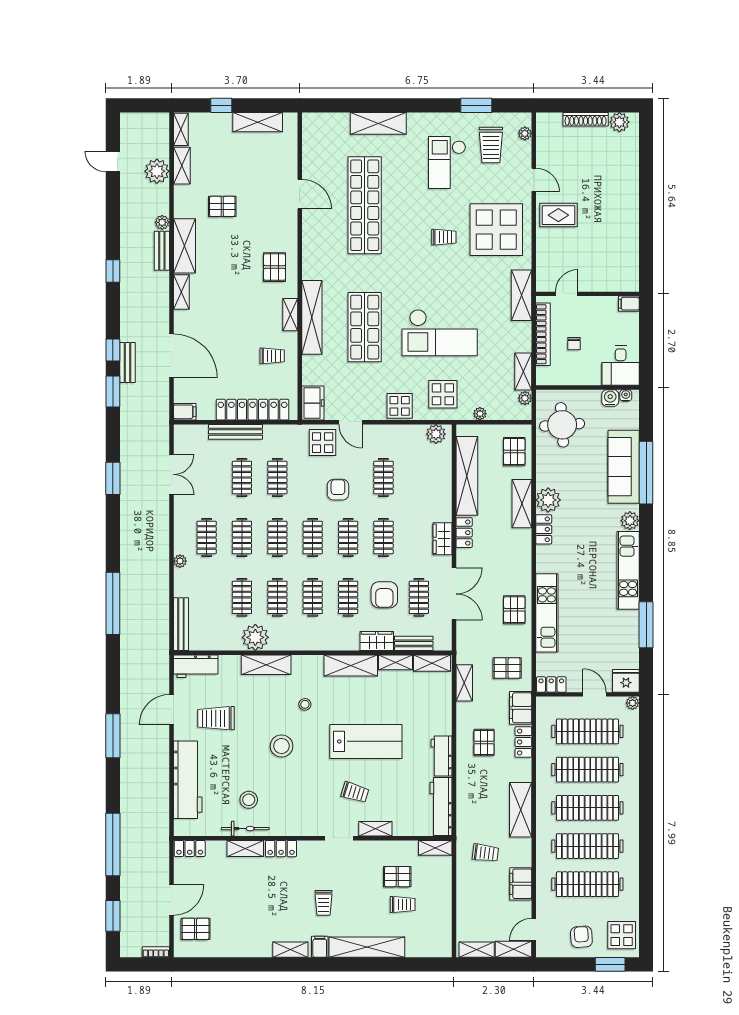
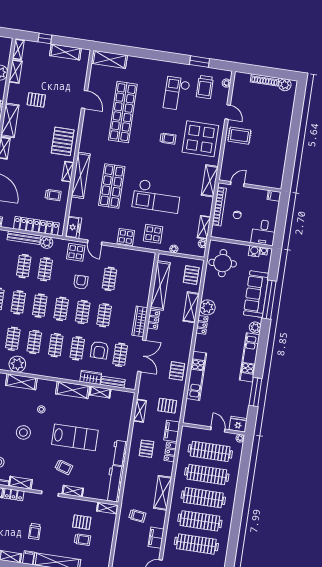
shelving: (378, 123) -> (110, 59), moved
pallet: (275, 267) -> (63, 141), width x1.50, depth x1.42
plant: (436, 434) -> (47, 243), moved
wardrobe: (443, 539) -> (140, 321), width x1.50
shelving: (432, 663) -> (20, 483), moved
locker: (551, 684) -> (193, 420), removed

